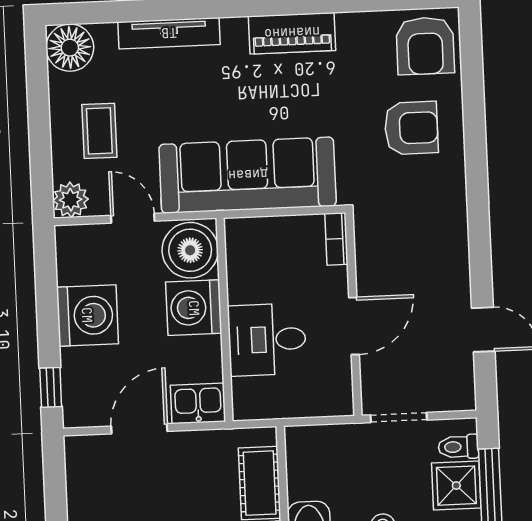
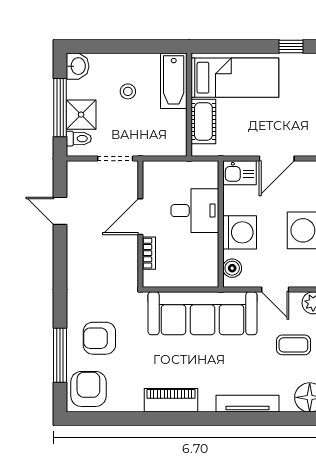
window: (473, 98) -> (60, 355), added
coffee table: (99, 131) -> (293, 345), turned 90
bookcase: (336, 239) -> (149, 253), moved
boiler: (190, 250) -> (232, 268), width x0.54, depth x0.54

